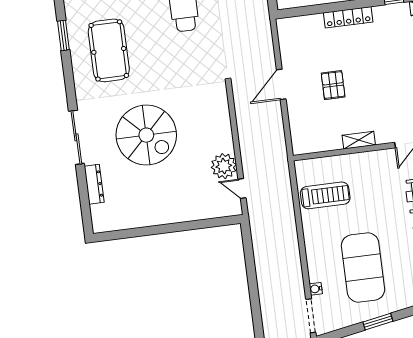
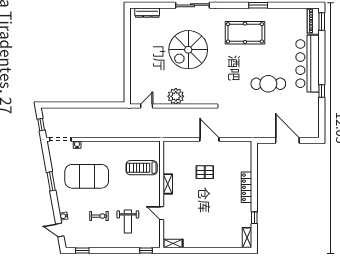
plant: (224, 166) -> (176, 96), moved
dresser: (94, 184) -> (147, 13), moved
treadmill: (325, 195) -> (142, 168), moved, turned 90

